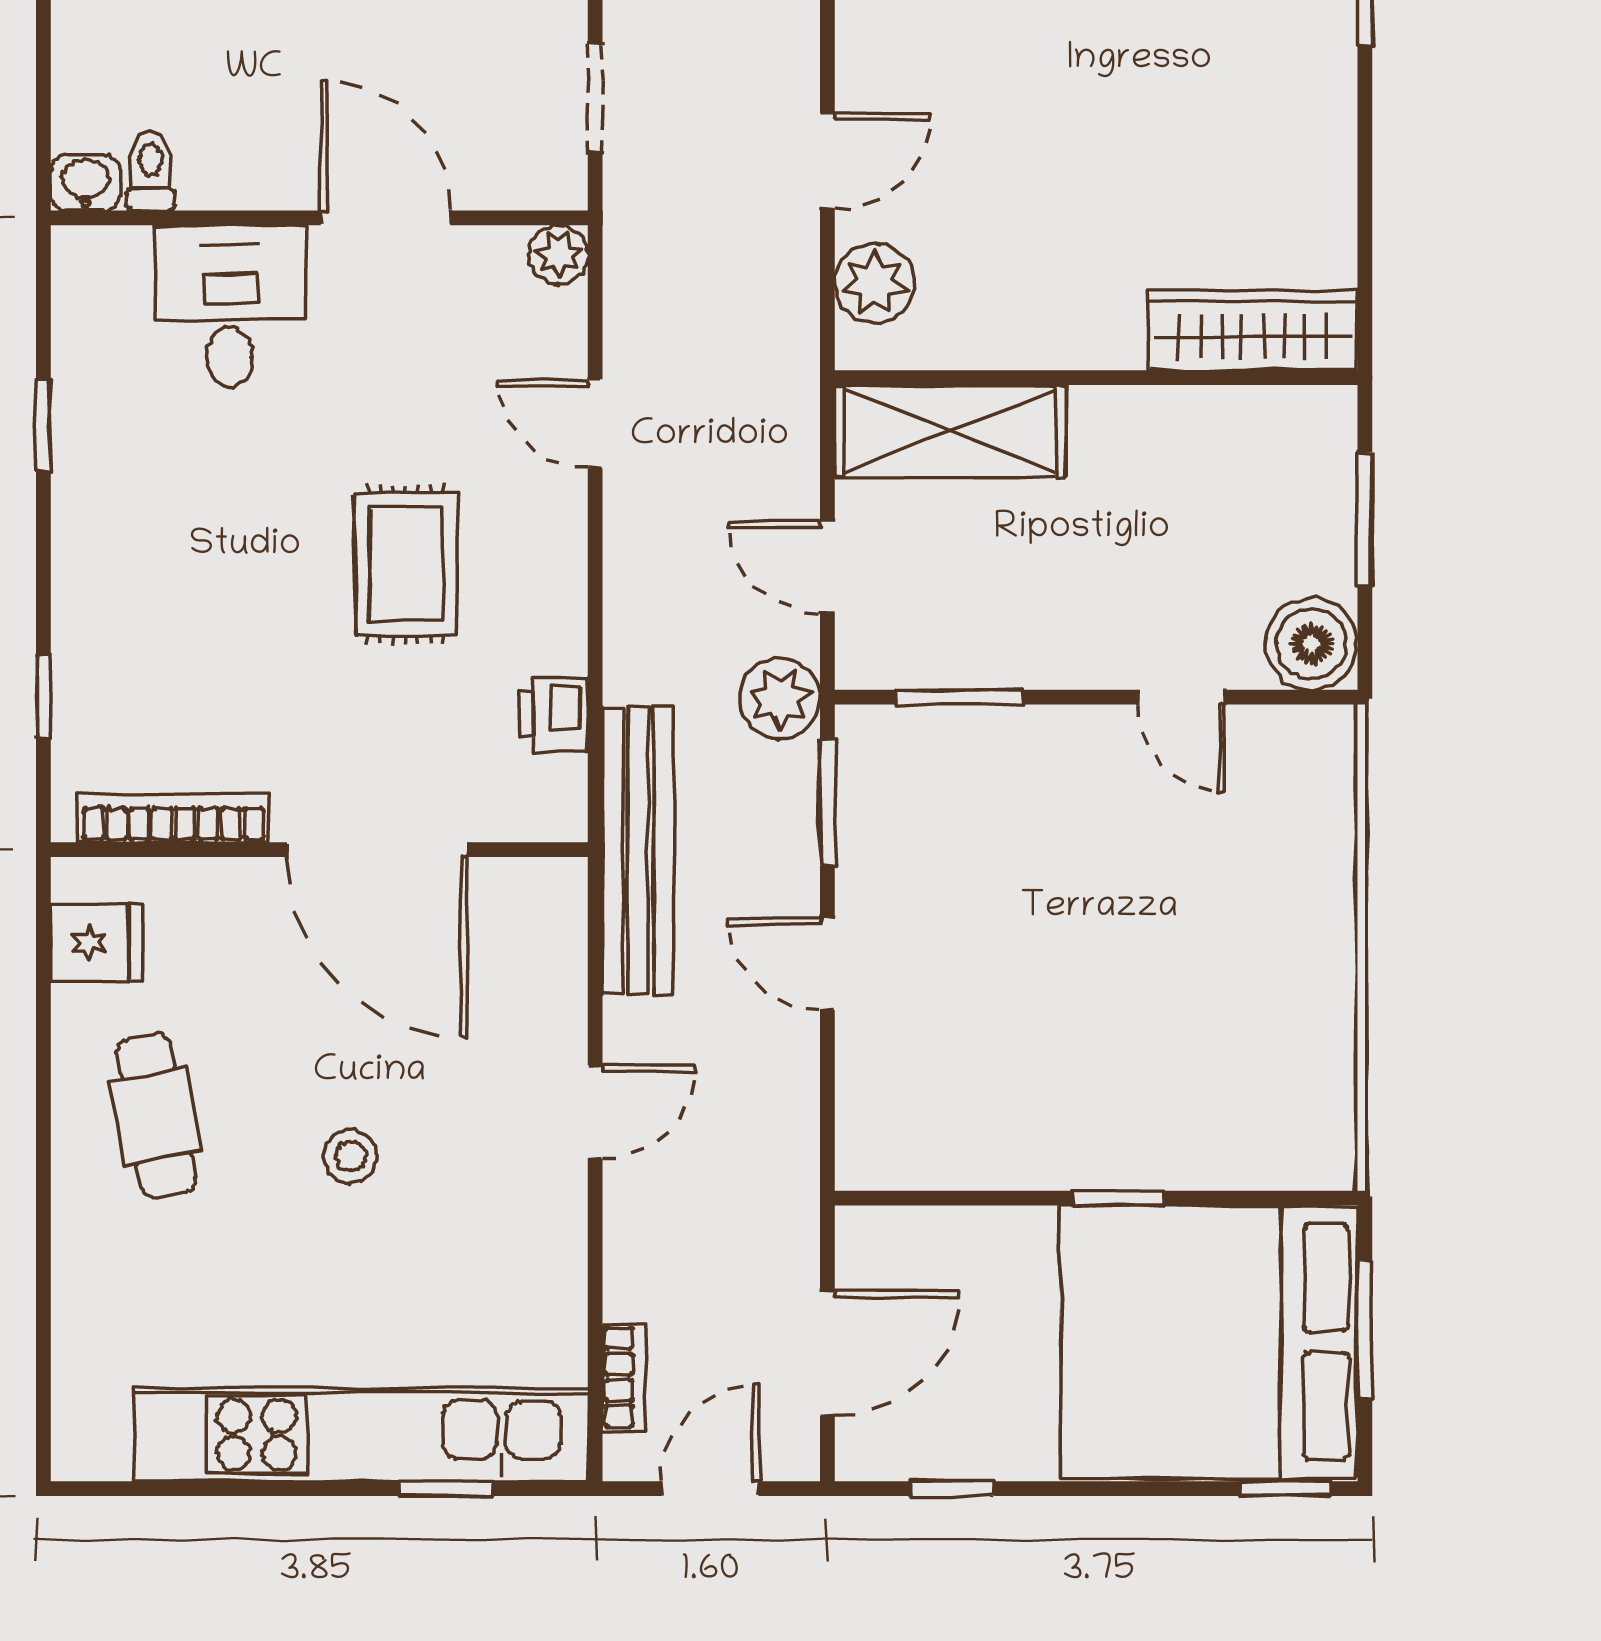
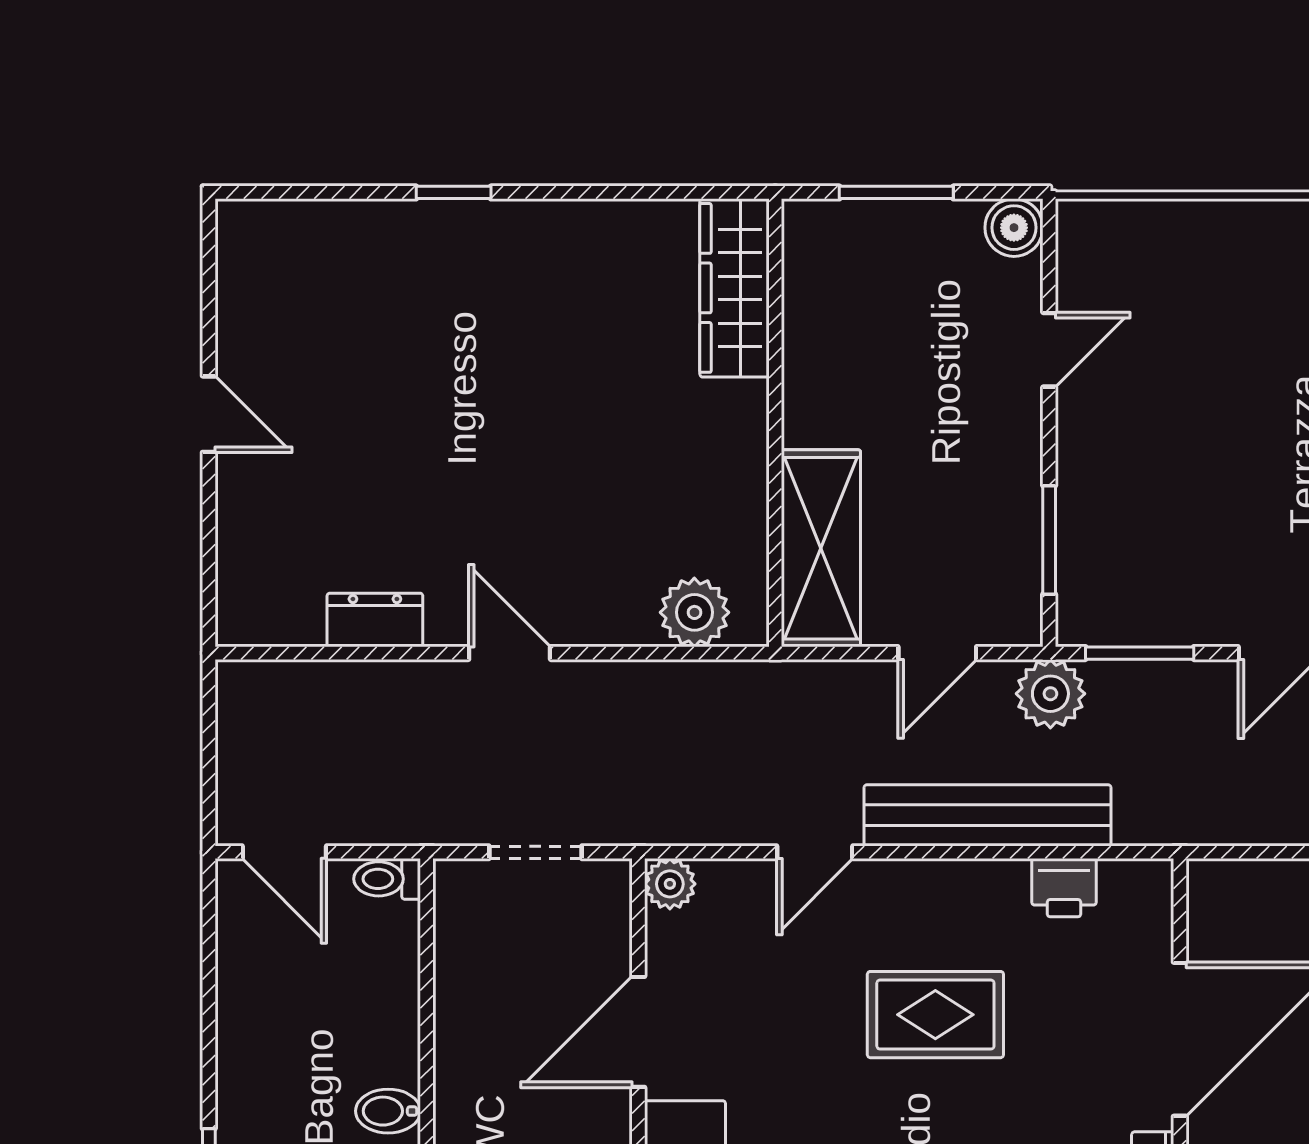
door: (827, 161) -> (510, 653), moved
boiler: (1312, 644) -> (1014, 228), width x0.73, depth x0.73
bench: (638, 851) -> (988, 815), moved

